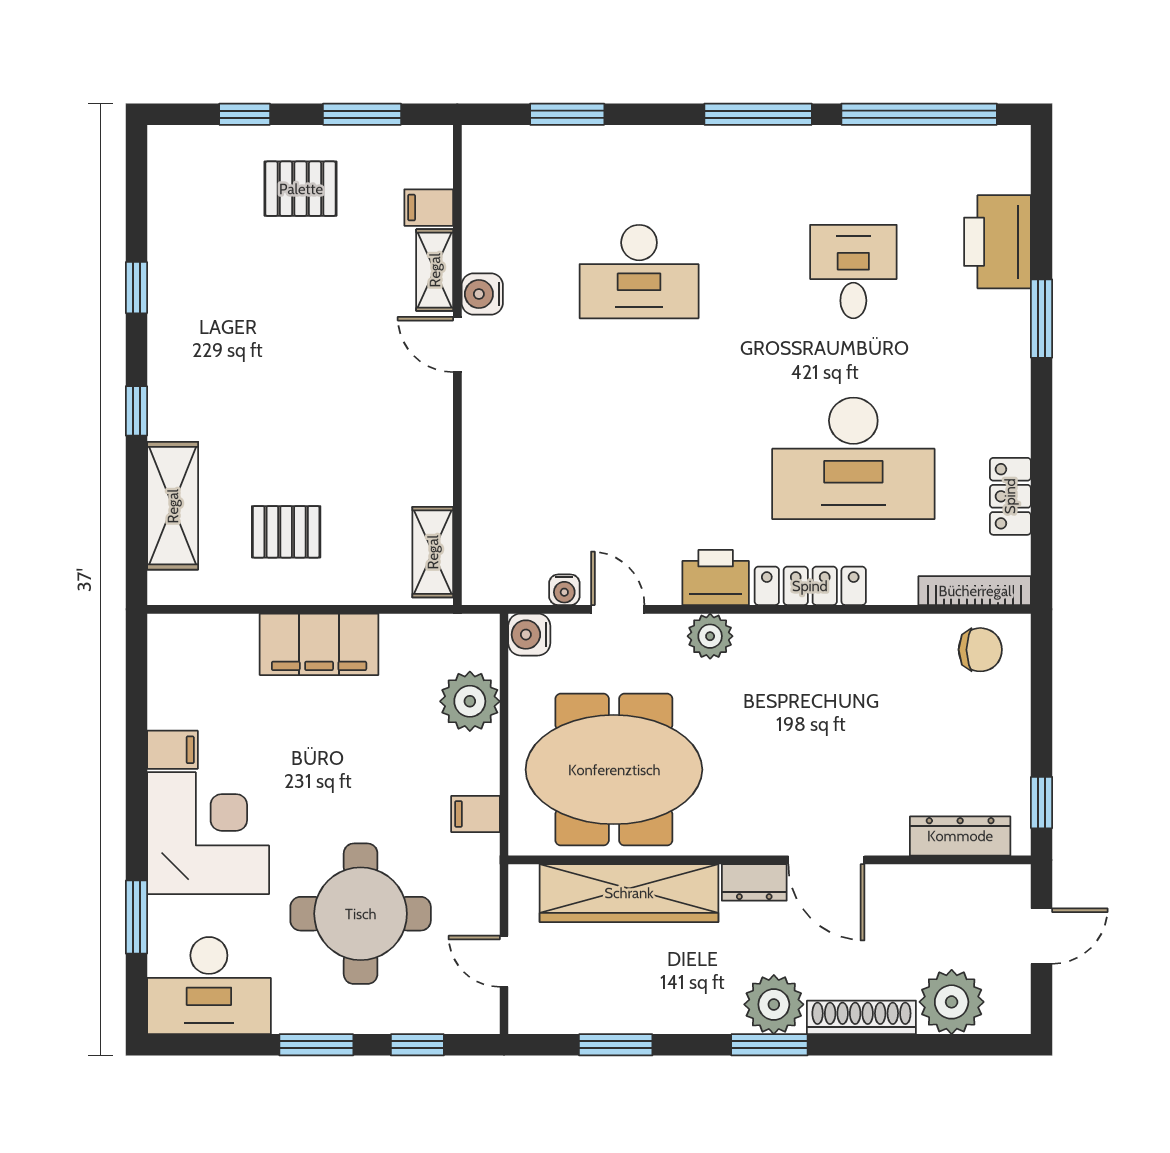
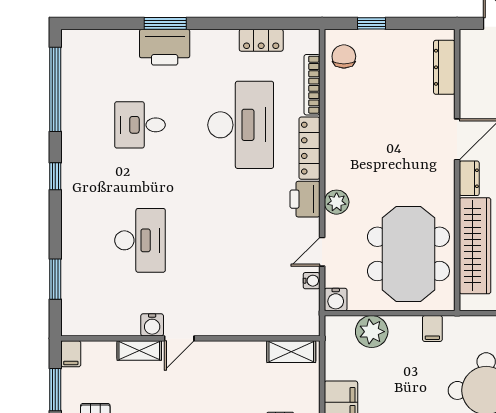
window: (758, 114) -> (55, 176), width x0.46
filing cabinet: (429, 208) -> (71, 354), moved
printer: (997, 242) -> (165, 47), moved
bookcase: (975, 591) -> (312, 85), moved
window: (1042, 803) -> (371, 23), moved

